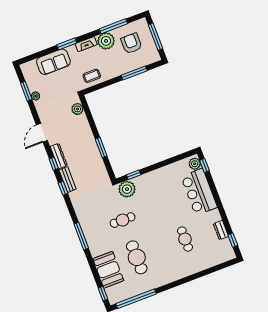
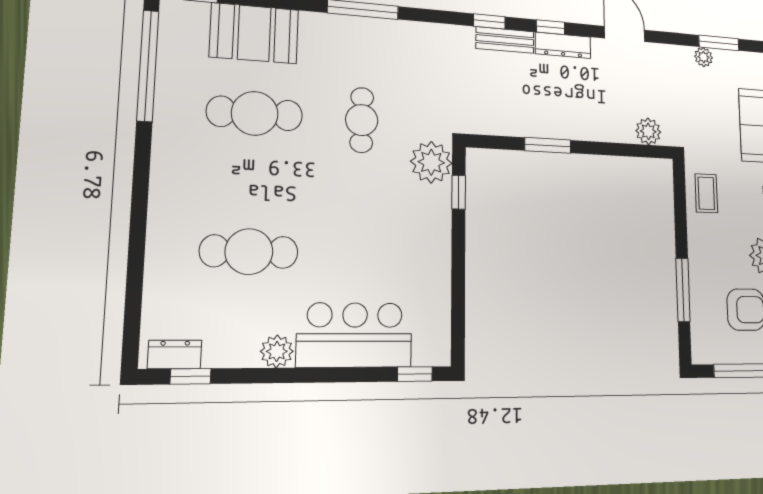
plant: (195, 164) -> (277, 351), moved
dresser: (221, 230) -> (175, 354), moved
cafe table: (185, 239) -> (249, 252), width x1.37, depth x1.35

